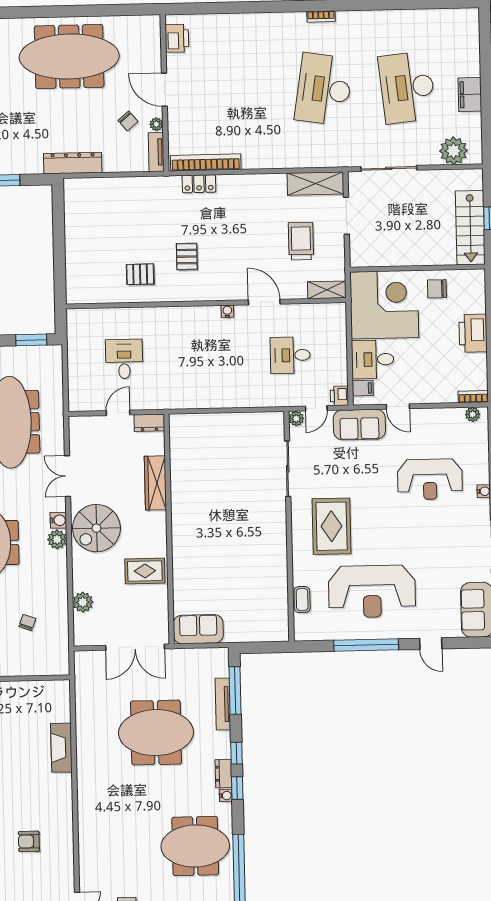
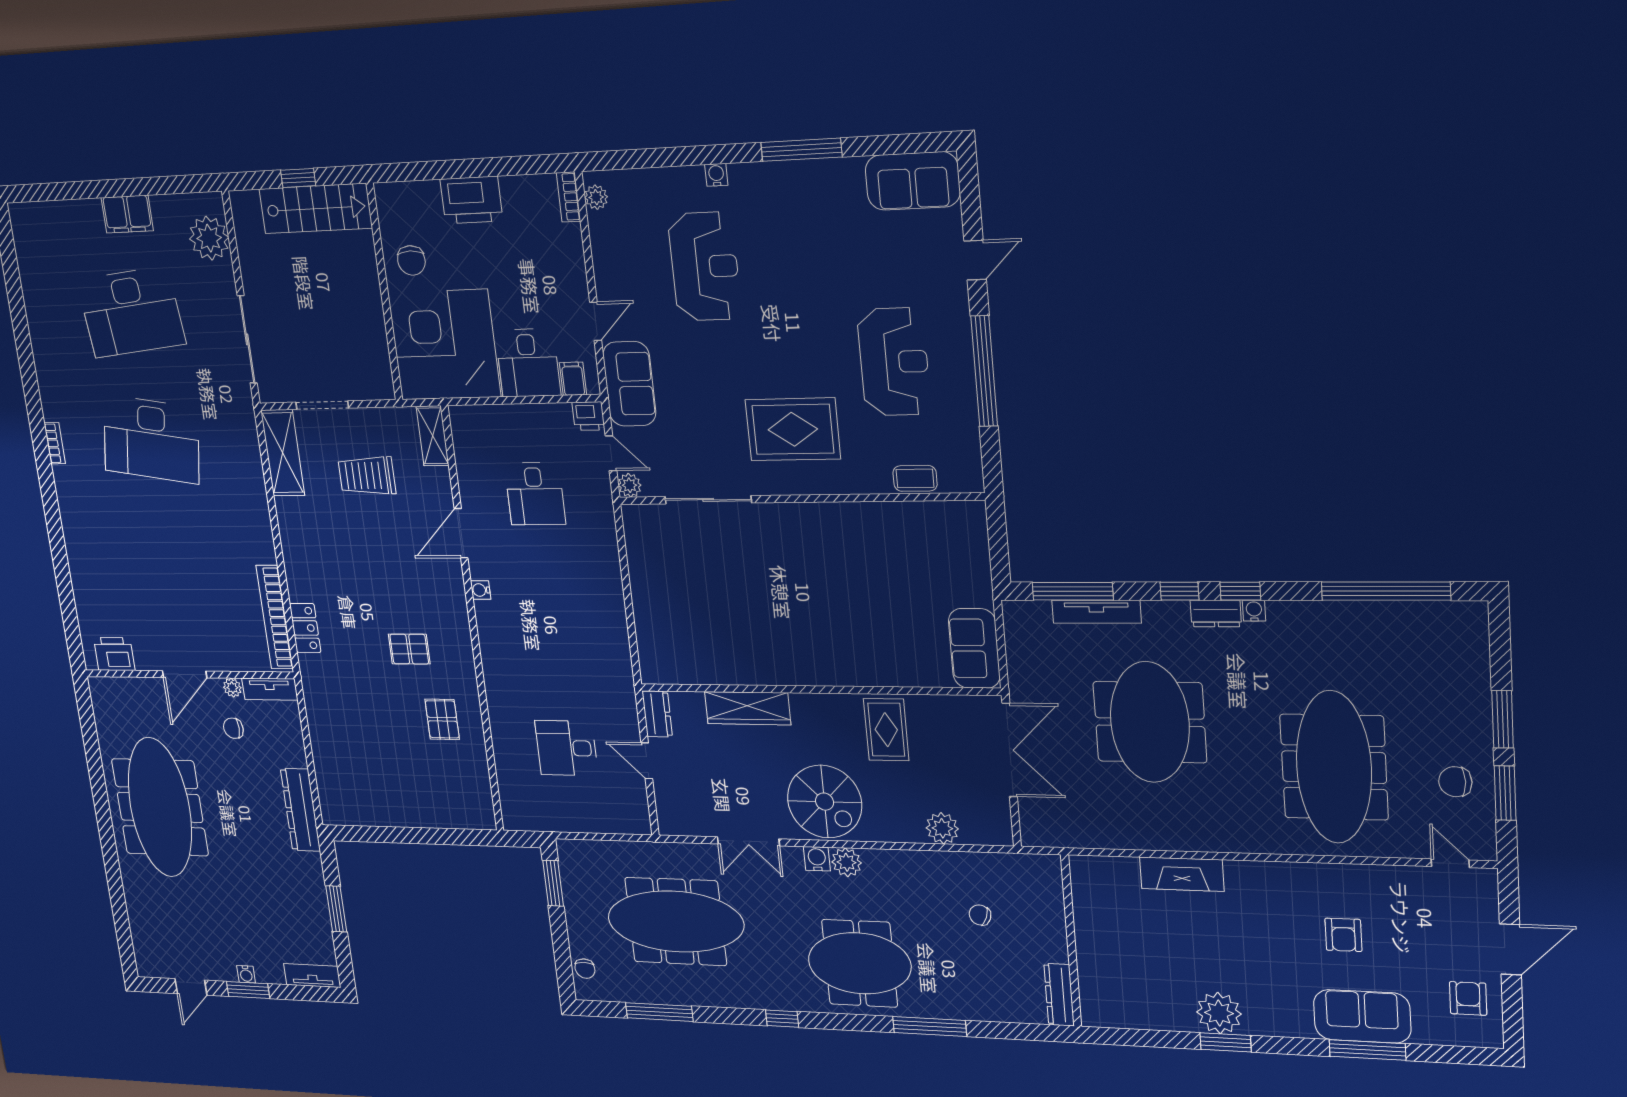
chair: (128, 121) -> (233, 728), turned -140
reception desk: (372, 591) -> (894, 362), width x0.74, depth x0.77
meeting table: (195, 846) -> (1334, 767), moved, width x1.36

